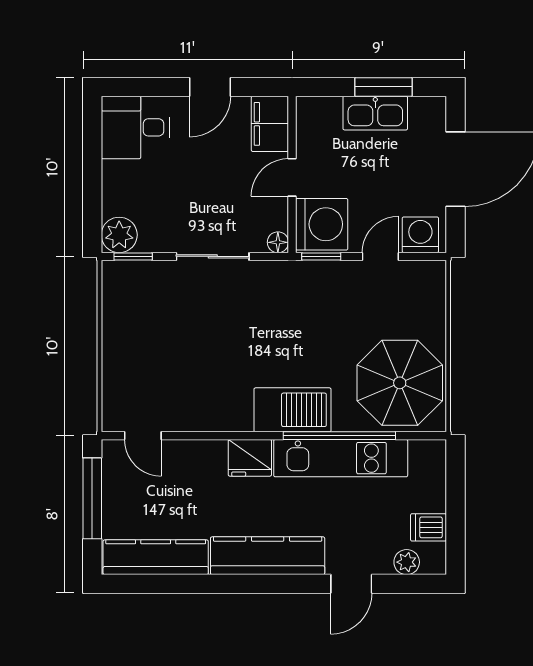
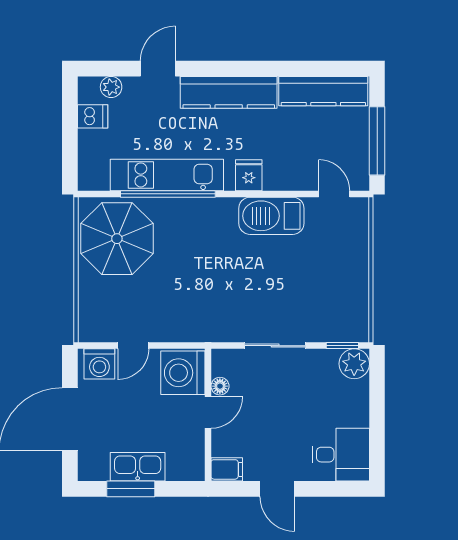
door: (210, 87) -> (277, 489), swing flipped
filing cabinet: (270, 124) -> (227, 469), width x0.50
floor lamp: (278, 242) -> (220, 386), moved
window: (321, 256) -> (183, 346), removed
barbecue: (292, 410) -> (271, 216), moved
fridge: (250, 458) -> (249, 175), width x0.72

